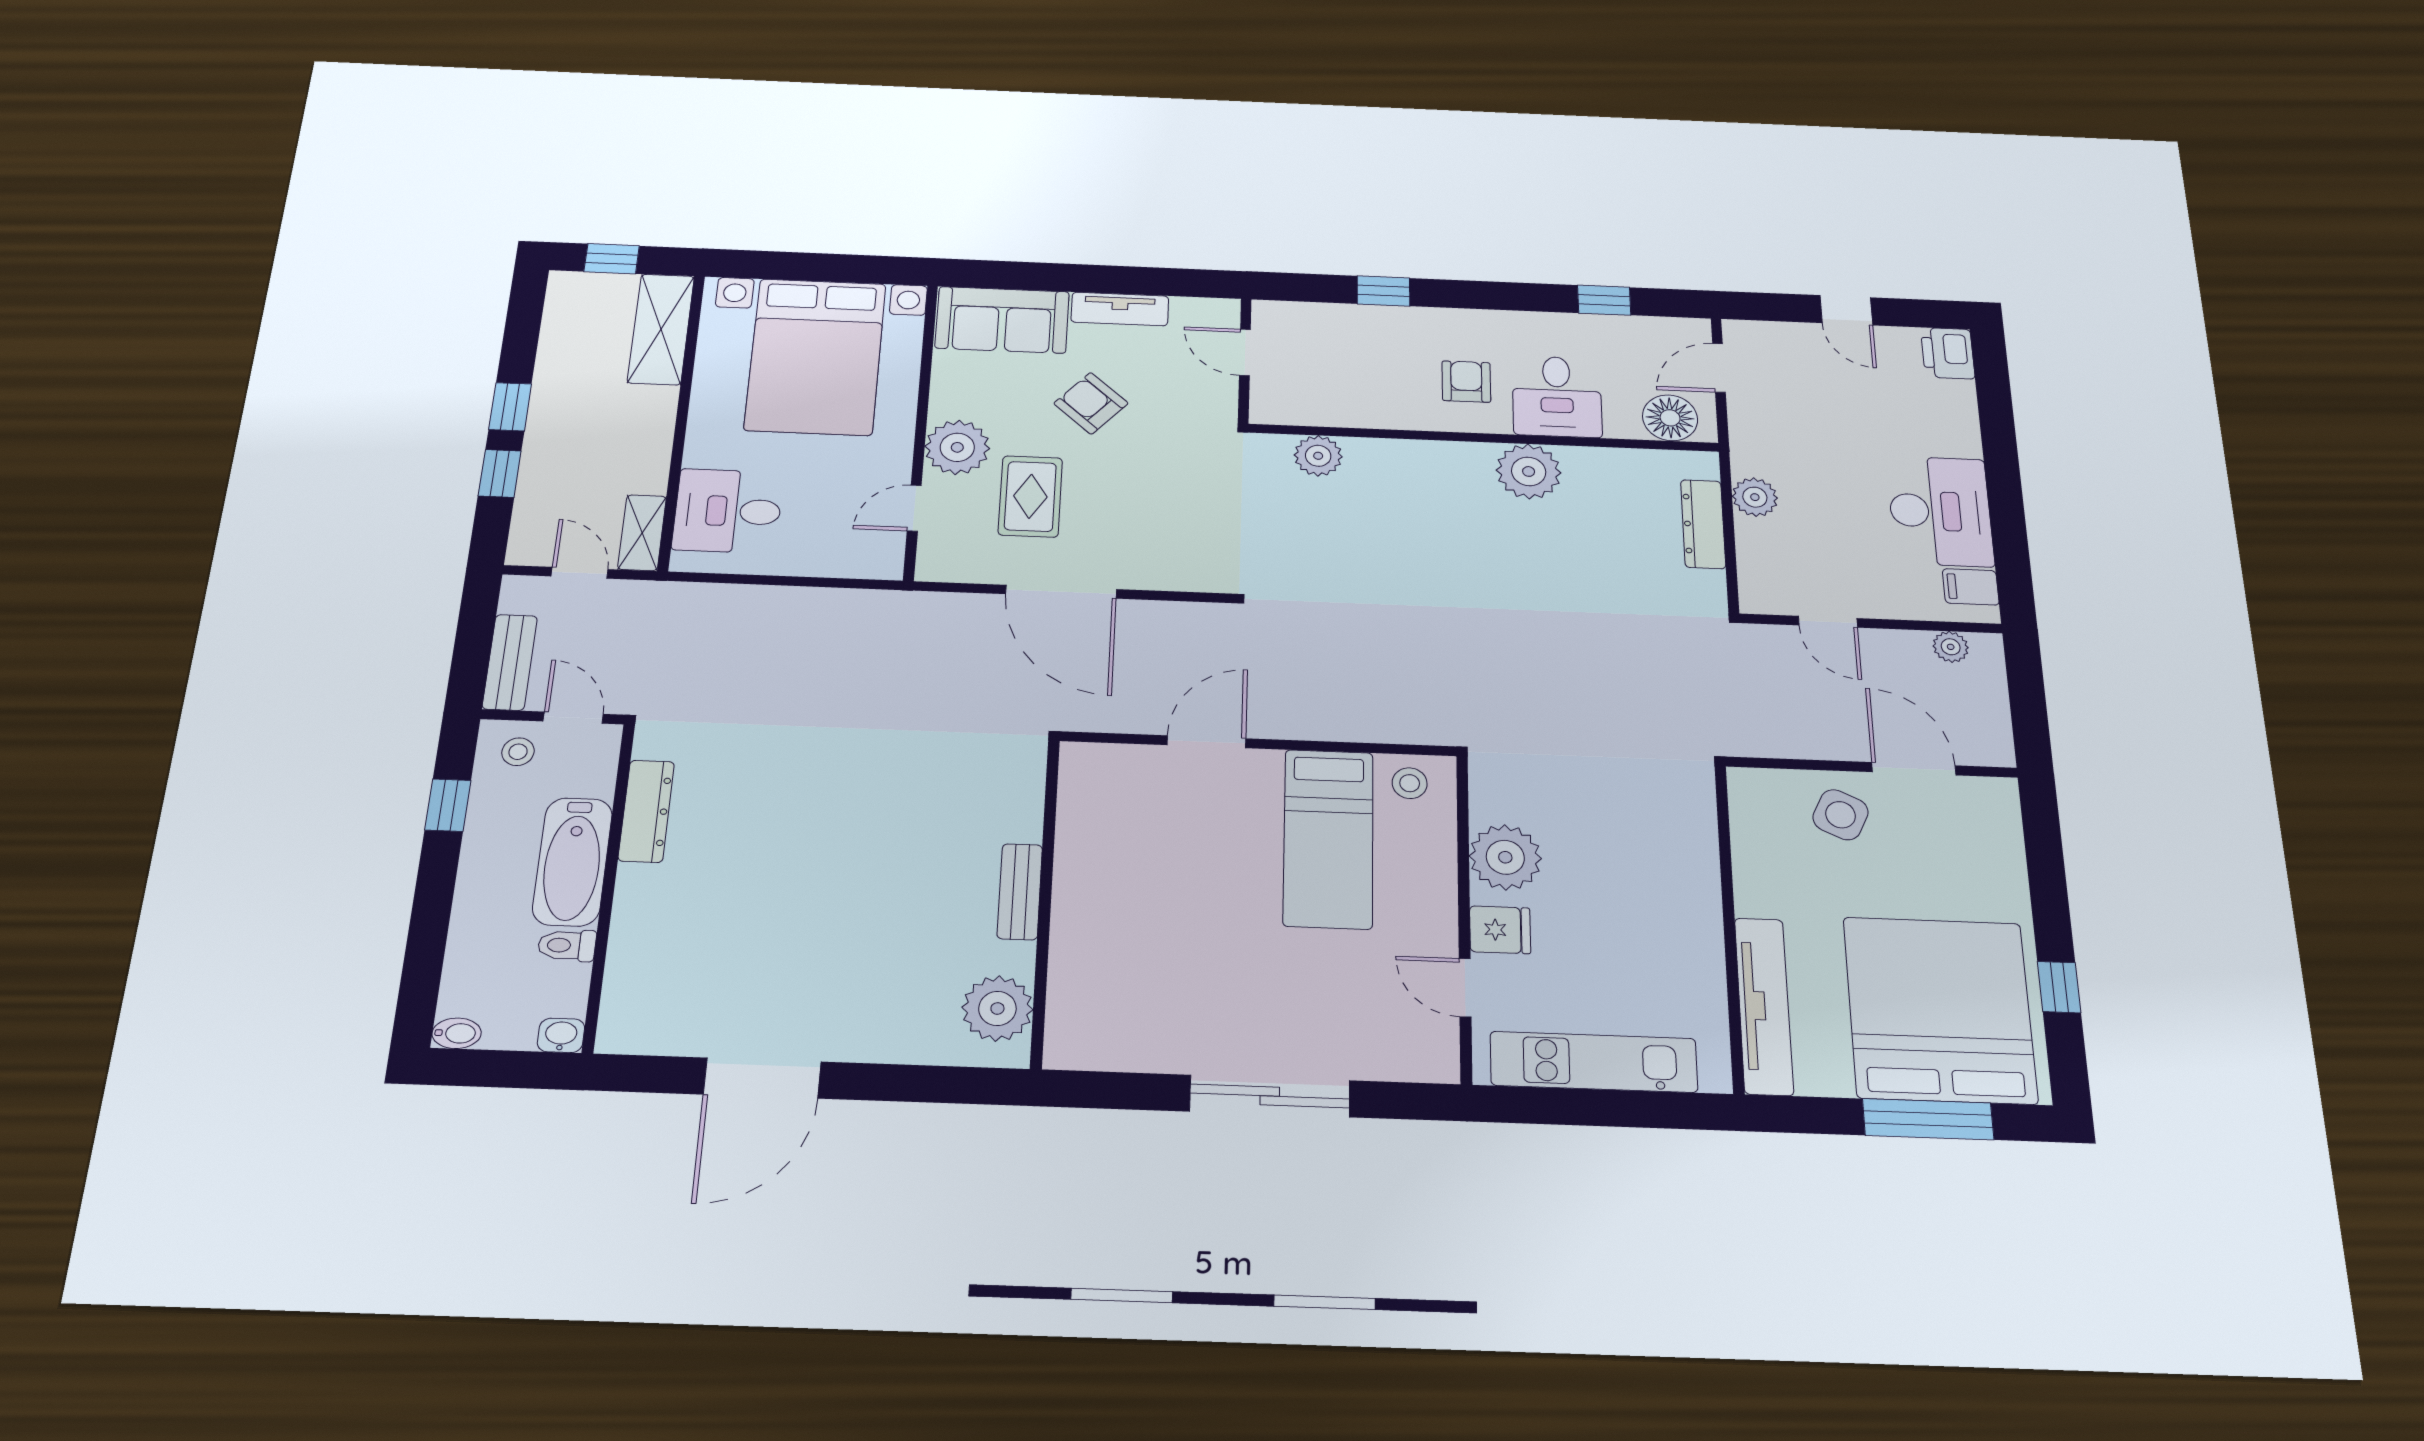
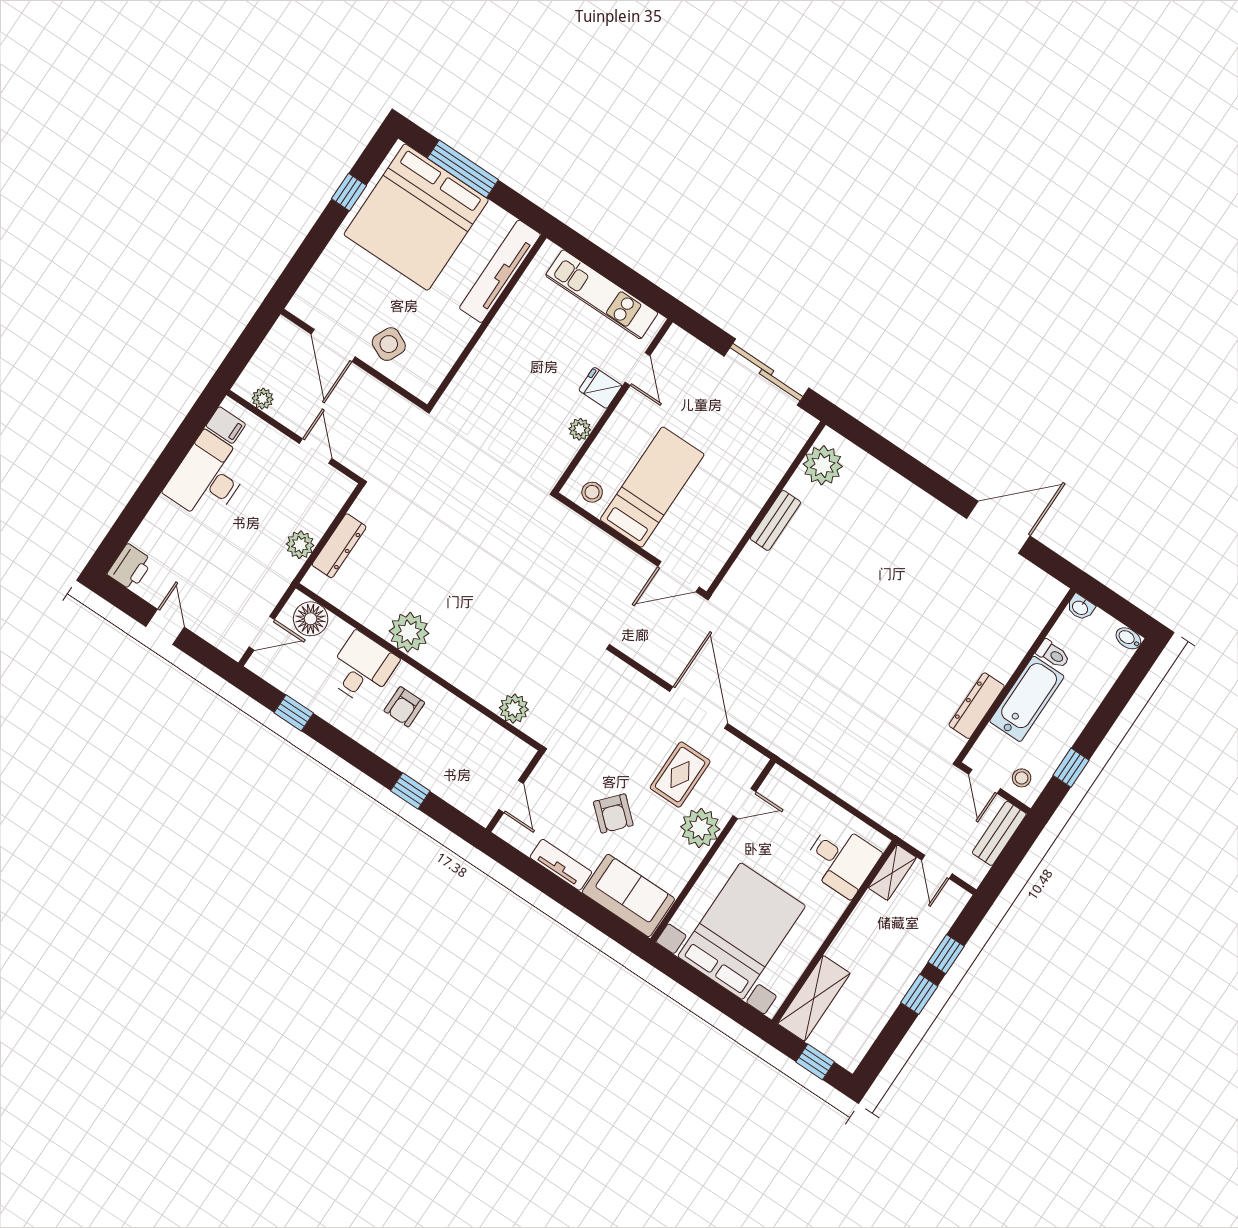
plant: (1505, 857) -> (580, 429), width x0.53, depth x0.53
bench: (1020, 892) -> (775, 520), moved
wall: (1045, 901) -> (766, 508), moved
plant: (997, 1008) -> (823, 465), moved

